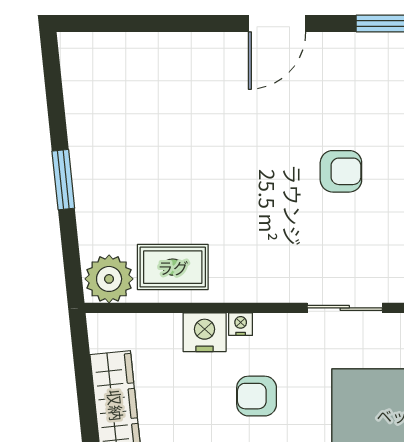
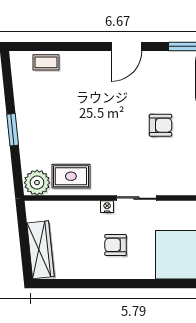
coffee table: (126, 53) -> (46, 62), added
sliding door: (345, 308) -> (136, 198), moved
nightstand: (205, 332) -> (88, 211), removed

